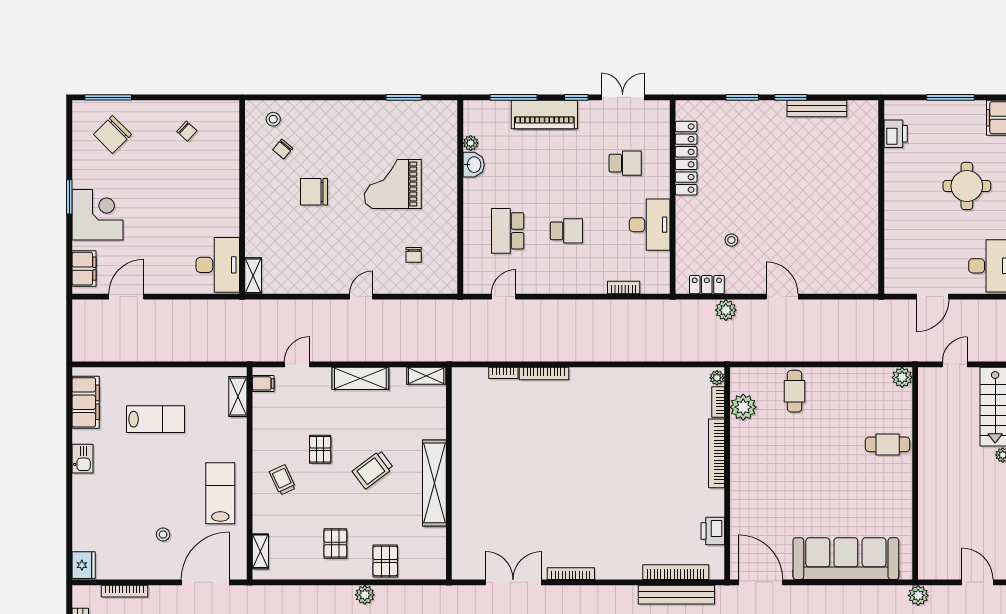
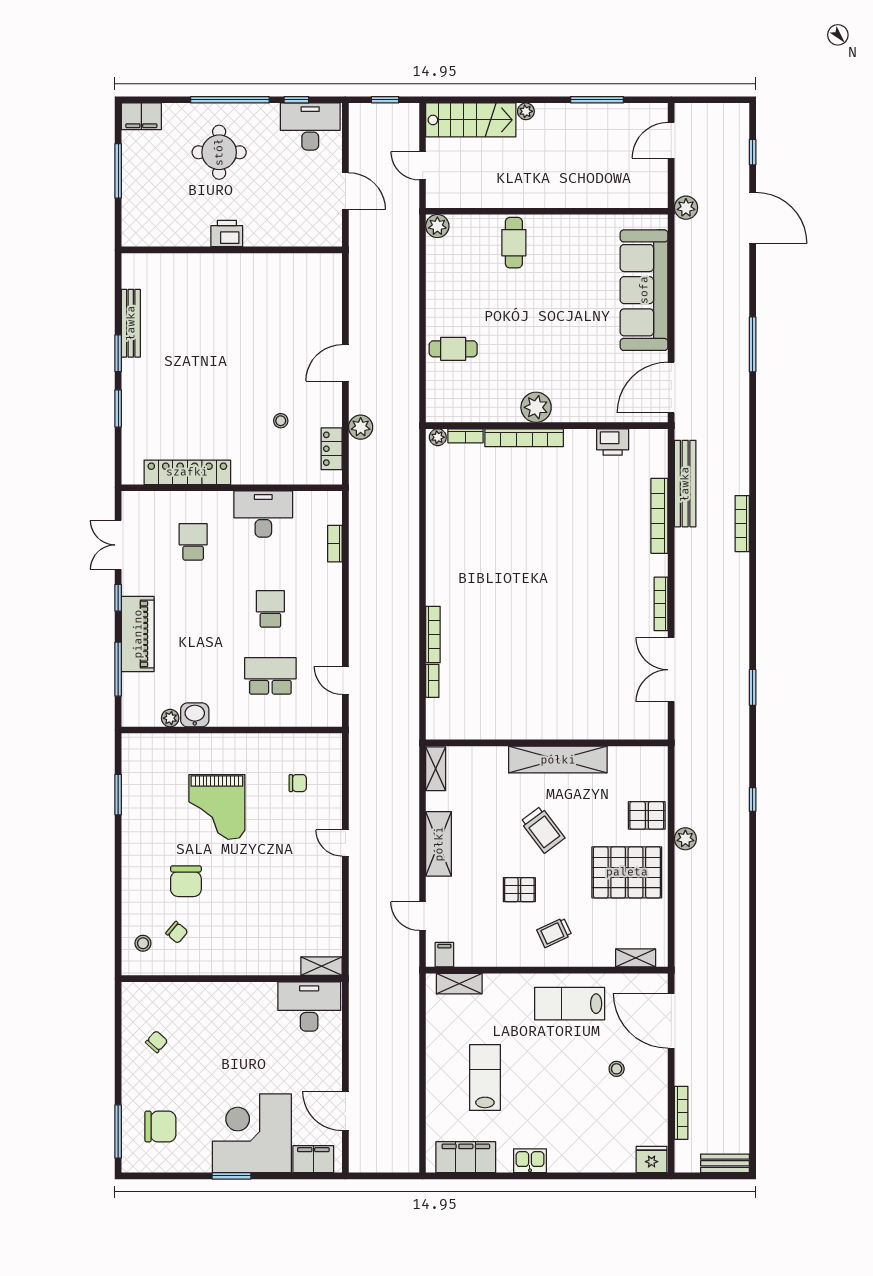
chair: (112, 134) -> (160, 1127), turned -45
printer: (896, 134) -> (227, 233), moved
chair: (314, 192) -> (186, 881), moved
corner desk: (97, 215) -> (252, 1133), width x1.36, depth x1.36
school desk: (508, 231) -> (270, 676), turned 180
plant: (743, 407) -> (536, 407), moved
pallet: (335, 544) -> (627, 872), width x2.05, depth x2.00
bookcase: (676, 572) -> (659, 516), moved

